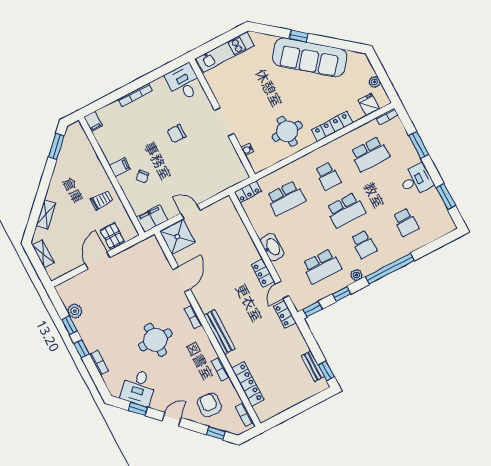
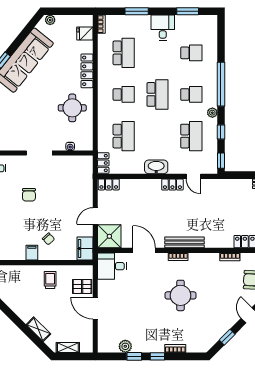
plant: (374, 82) -> (50, 20), moved
locker: (285, 314) -> (109, 184), moved
bench: (219, 332) -> (185, 242), moved
desk: (138, 387) -> (112, 266), moved, turned 135

